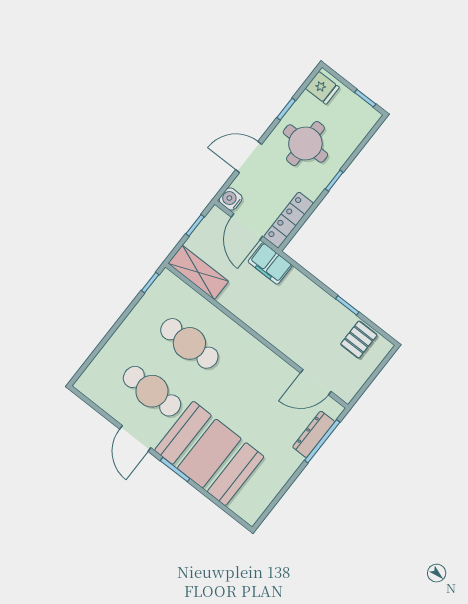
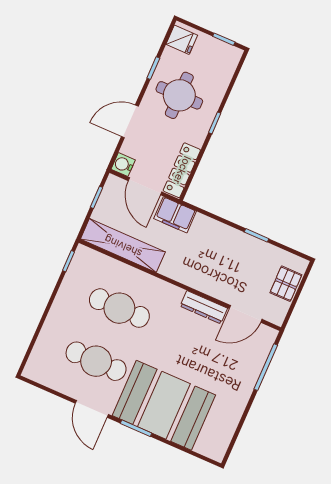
shelving: (198, 272) -> (123, 246), width x1.47
pallet: (359, 340) -> (286, 284), moved
dresser: (314, 434) -> (204, 307), moved, turned -90

